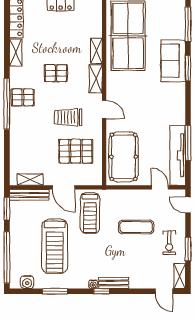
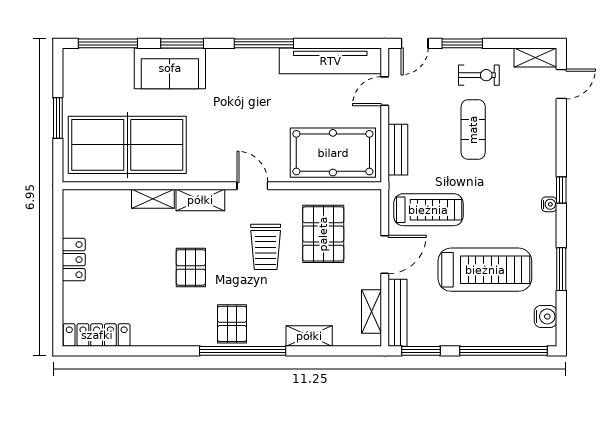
shelving: (16, 52) -> (309, 336), moved
door: (104, 109) -> (252, 186), hinge flipped
window: (188, 143) -> (264, 43), moved
exercise mat: (136, 227) -> (473, 130), moved
window: (188, 249) -> (462, 43), moved
bench: (114, 283) -> (398, 150), moved

